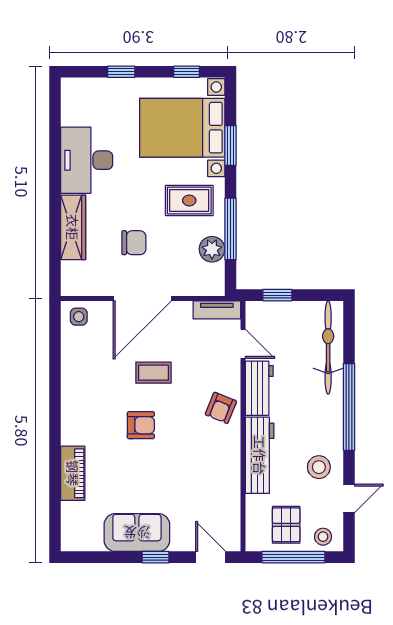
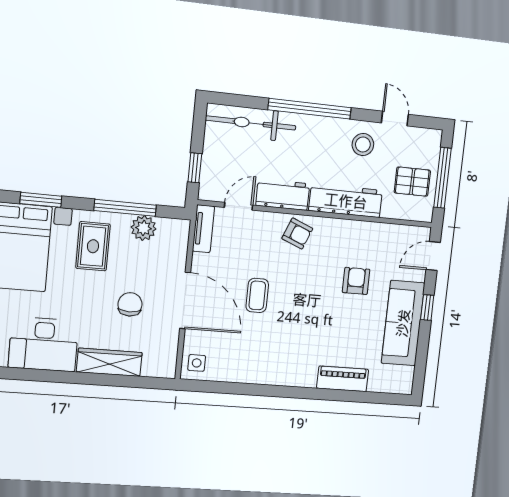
armchair: (141, 425) -> (356, 281), moved
sofa: (137, 533) -> (403, 323), width x1.36
stool: (323, 537) -> (427, 148), removed

